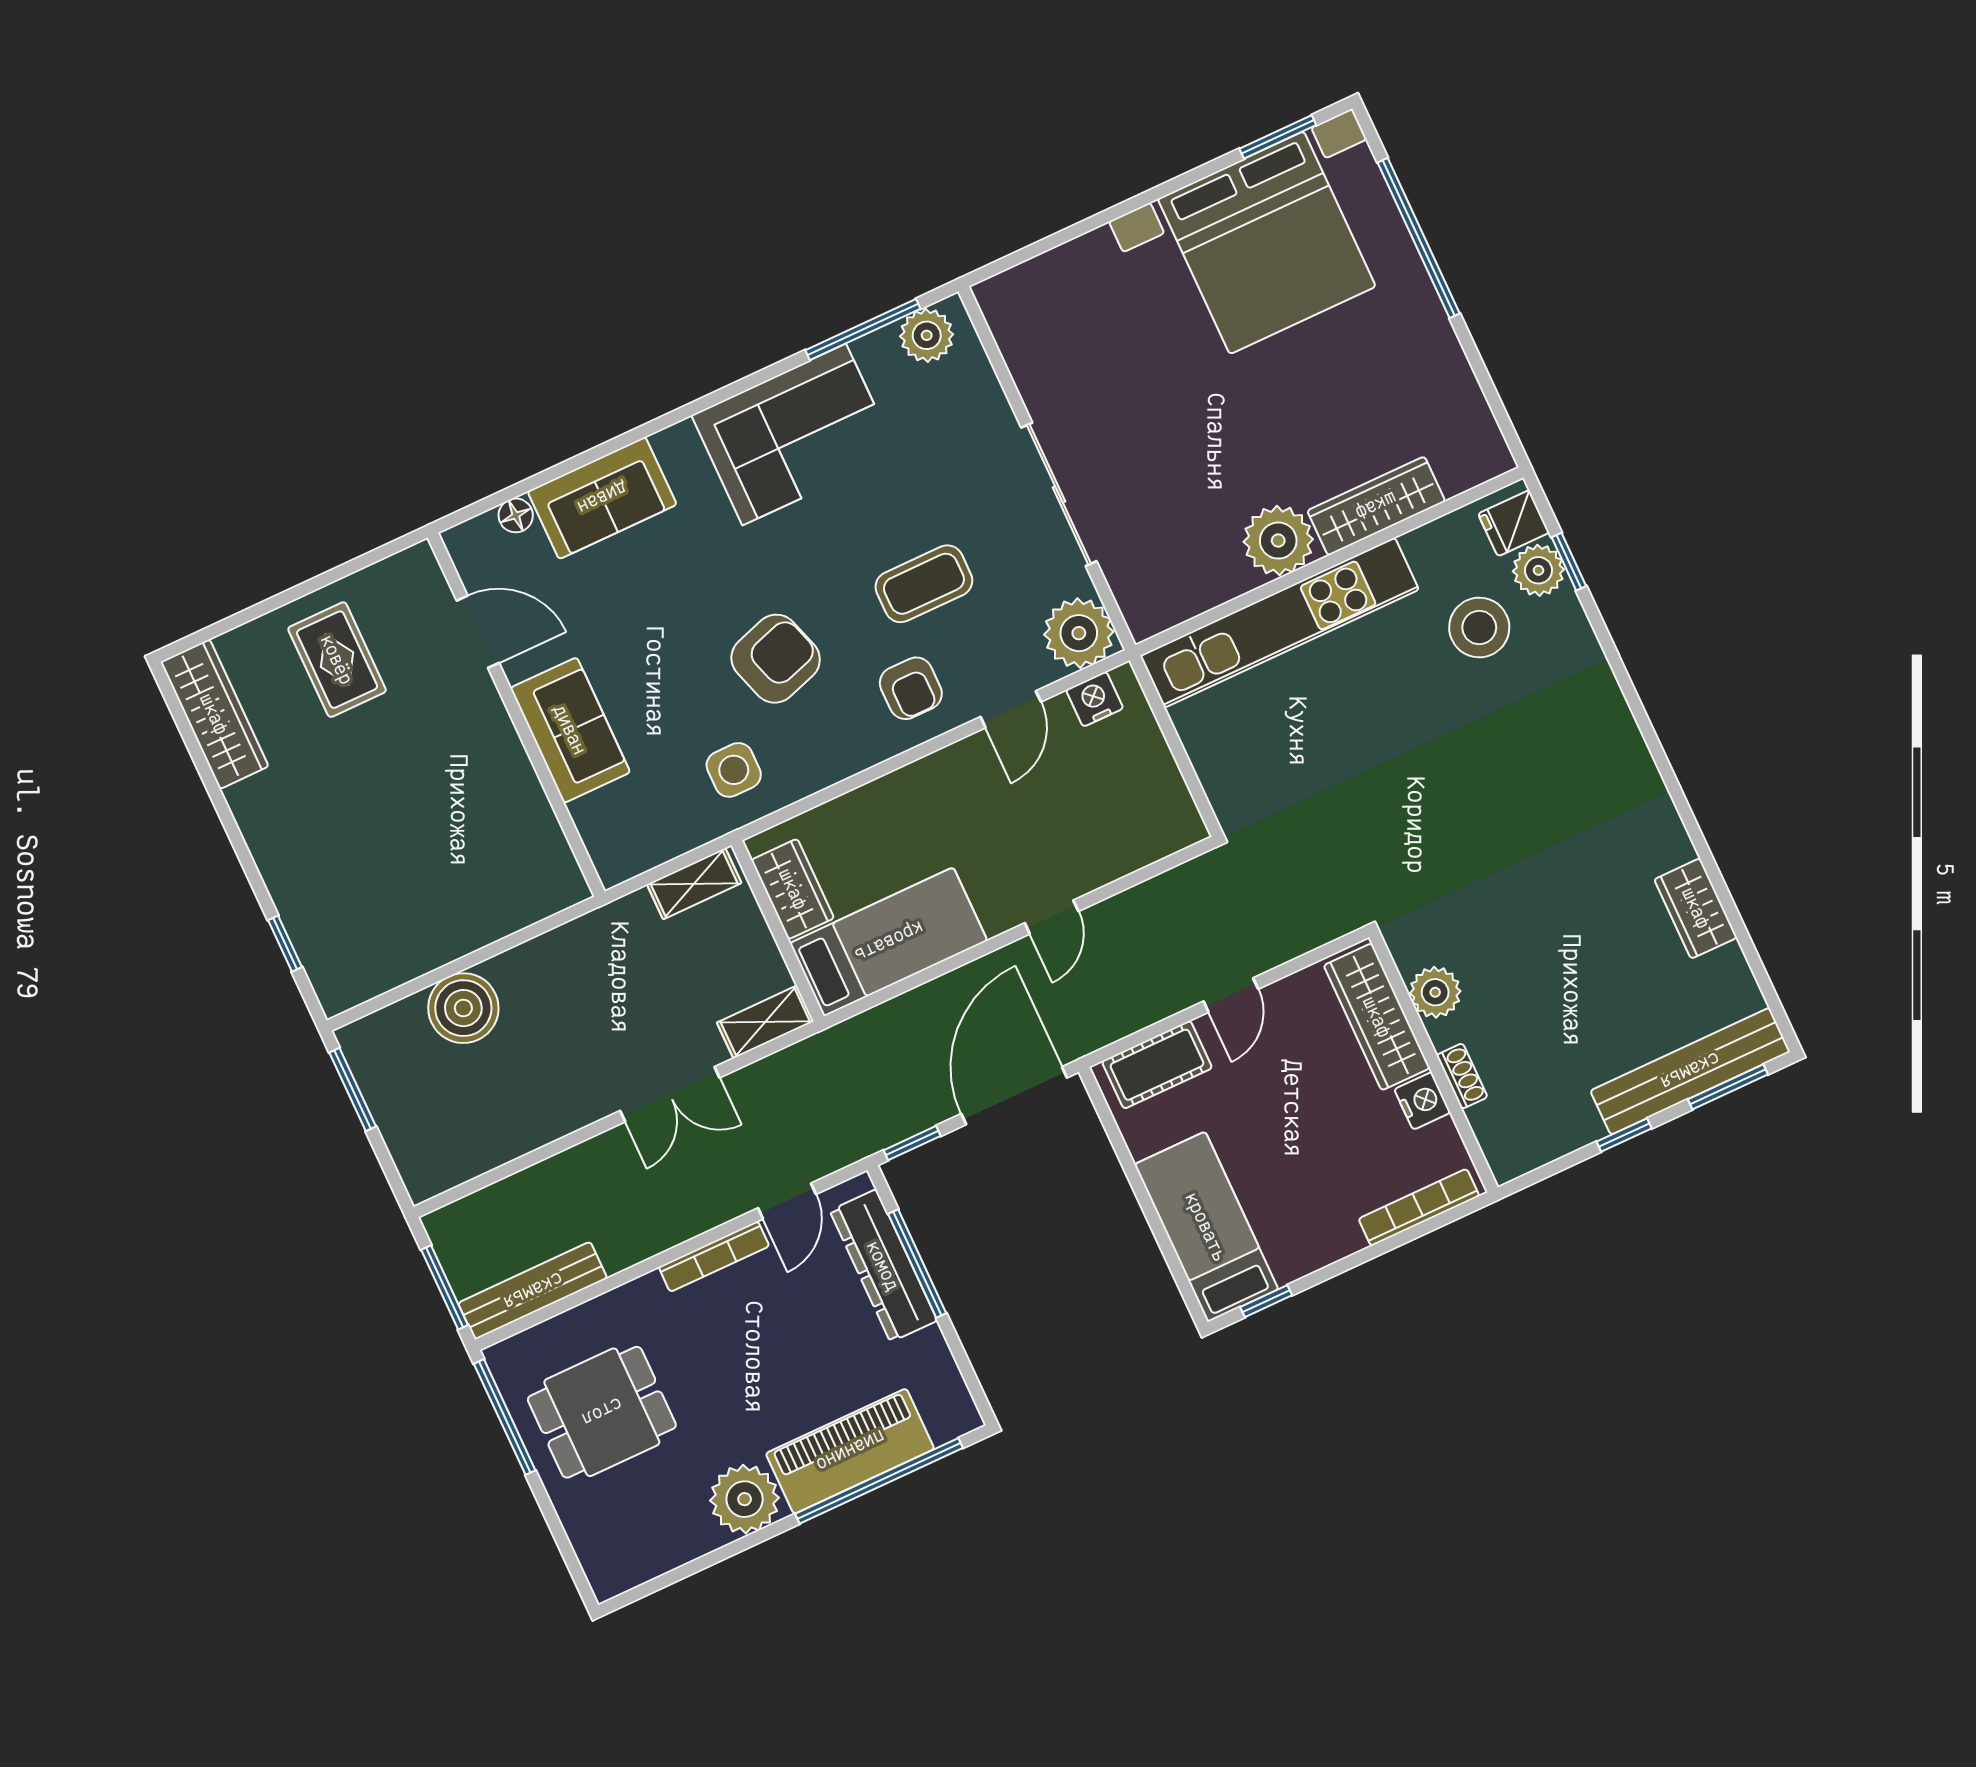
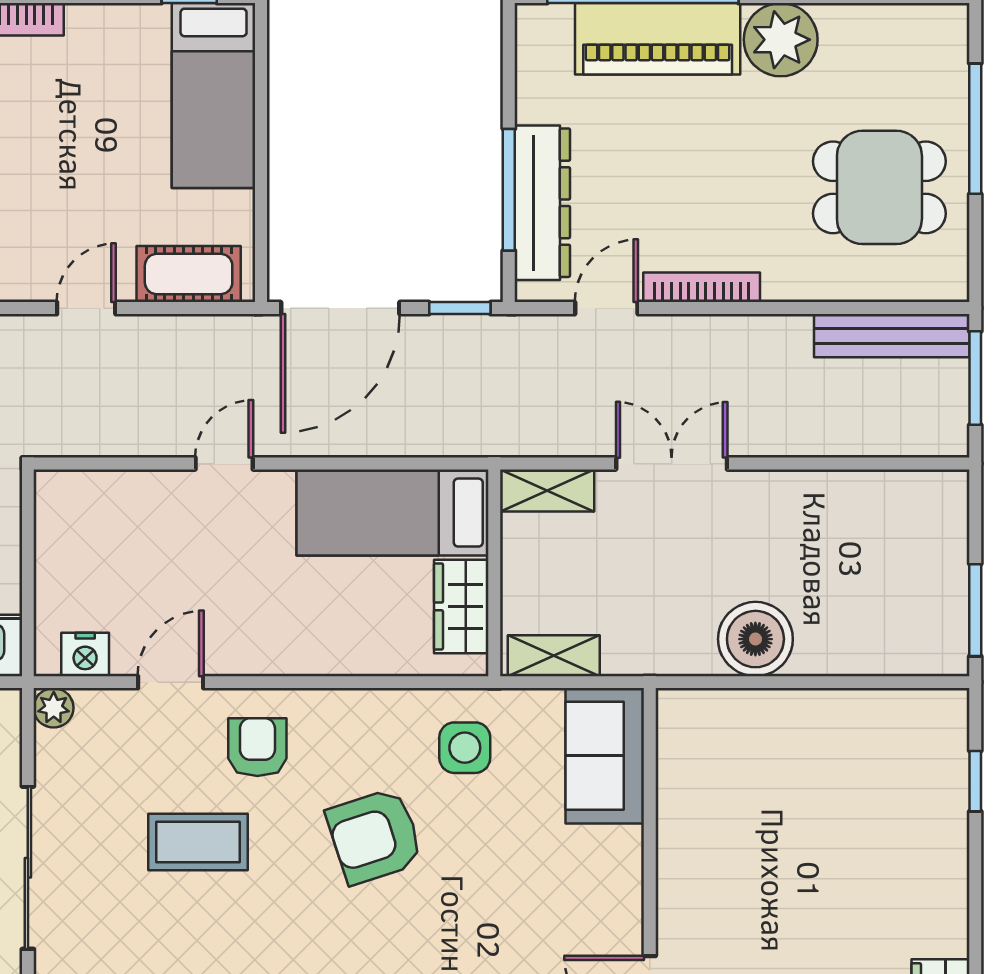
plant: (1079, 633) -> (54, 708), width x0.53, depth x0.53
sofa: (570, 730) -> (605, 756), moved
boiler: (463, 1008) -> (755, 639), moved
window: (505, 1417) -> (975, 129), moved

